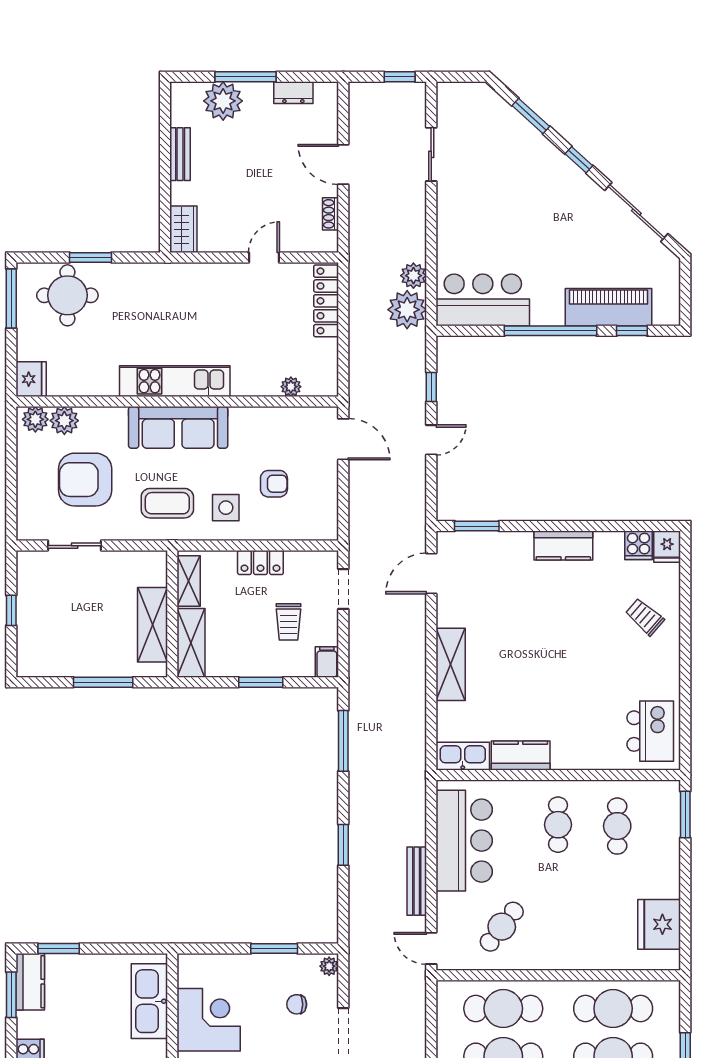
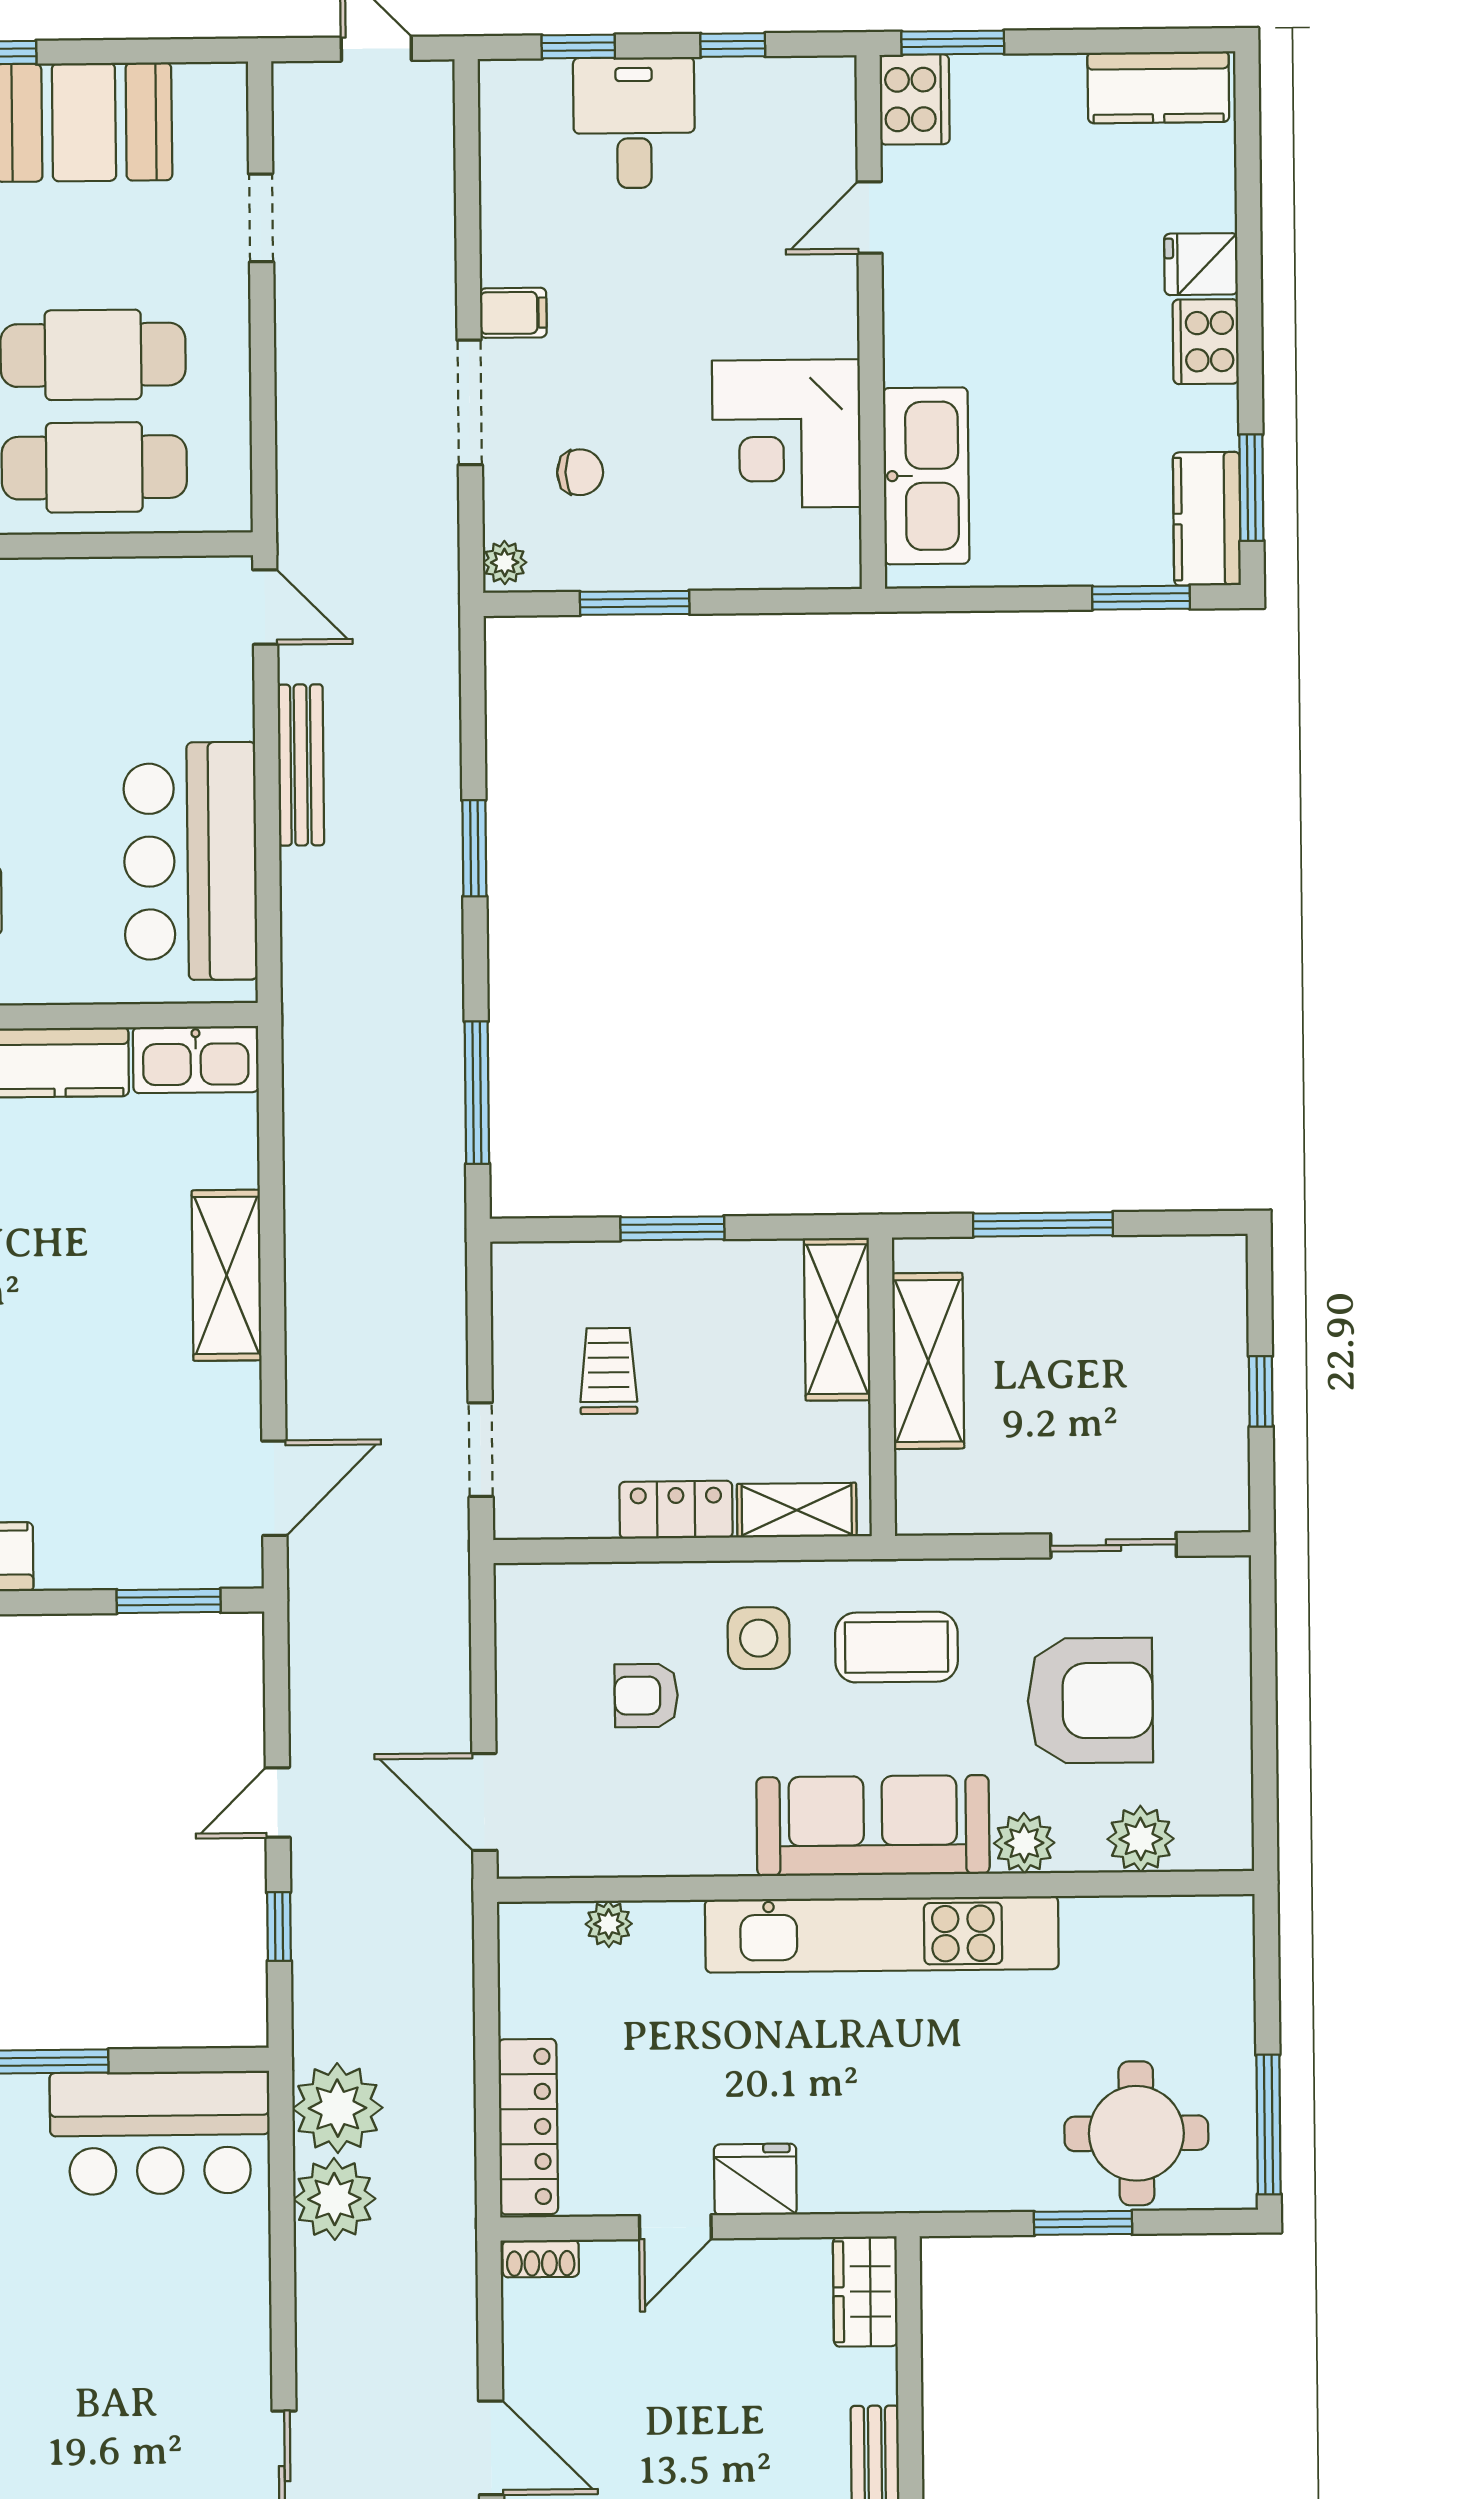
shoe rack: (331, 214) -> (541, 2259), moved, turned 90
plant: (413, 276) -> (334, 2199), width x1.36, depth x1.36
fridge: (31, 379) -> (755, 2179), moved, turned 90
kitchen unit: (175, 381) -> (882, 1934), width x1.36
plant: (35, 419) -> (1024, 1843), moved
shelving: (189, 581) -> (797, 1510), moved, turned 90
filing cabinet: (327, 662) -> (517, 1278), removed
cafe table: (502, 927) -> (100, 660), removed

